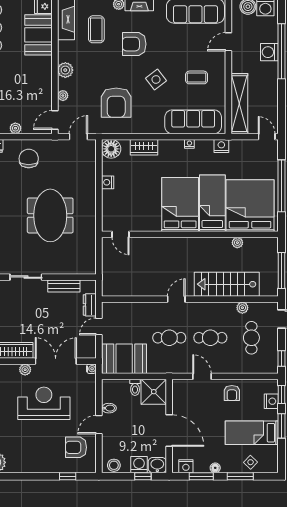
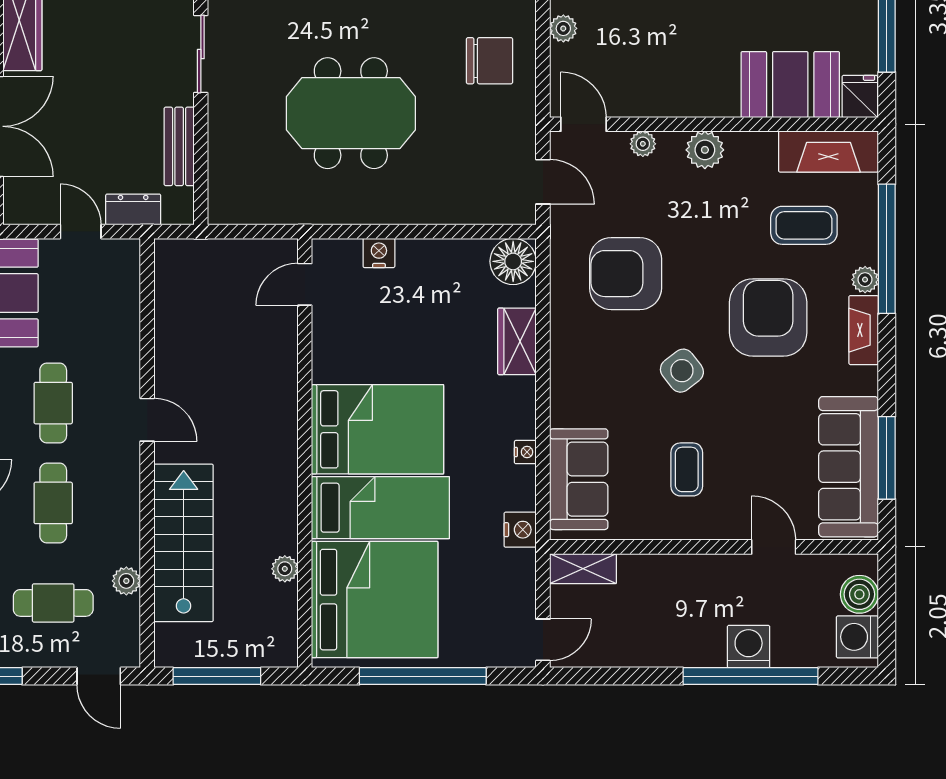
armchair: (134, 44) -> (768, 317), width x1.36, depth x1.36
shelving: (239, 104) -> (583, 569), width x0.45, depth x0.75
sofa: (193, 122) -> (579, 479), width x0.73
nightstand: (108, 182) -> (379, 253), moved

